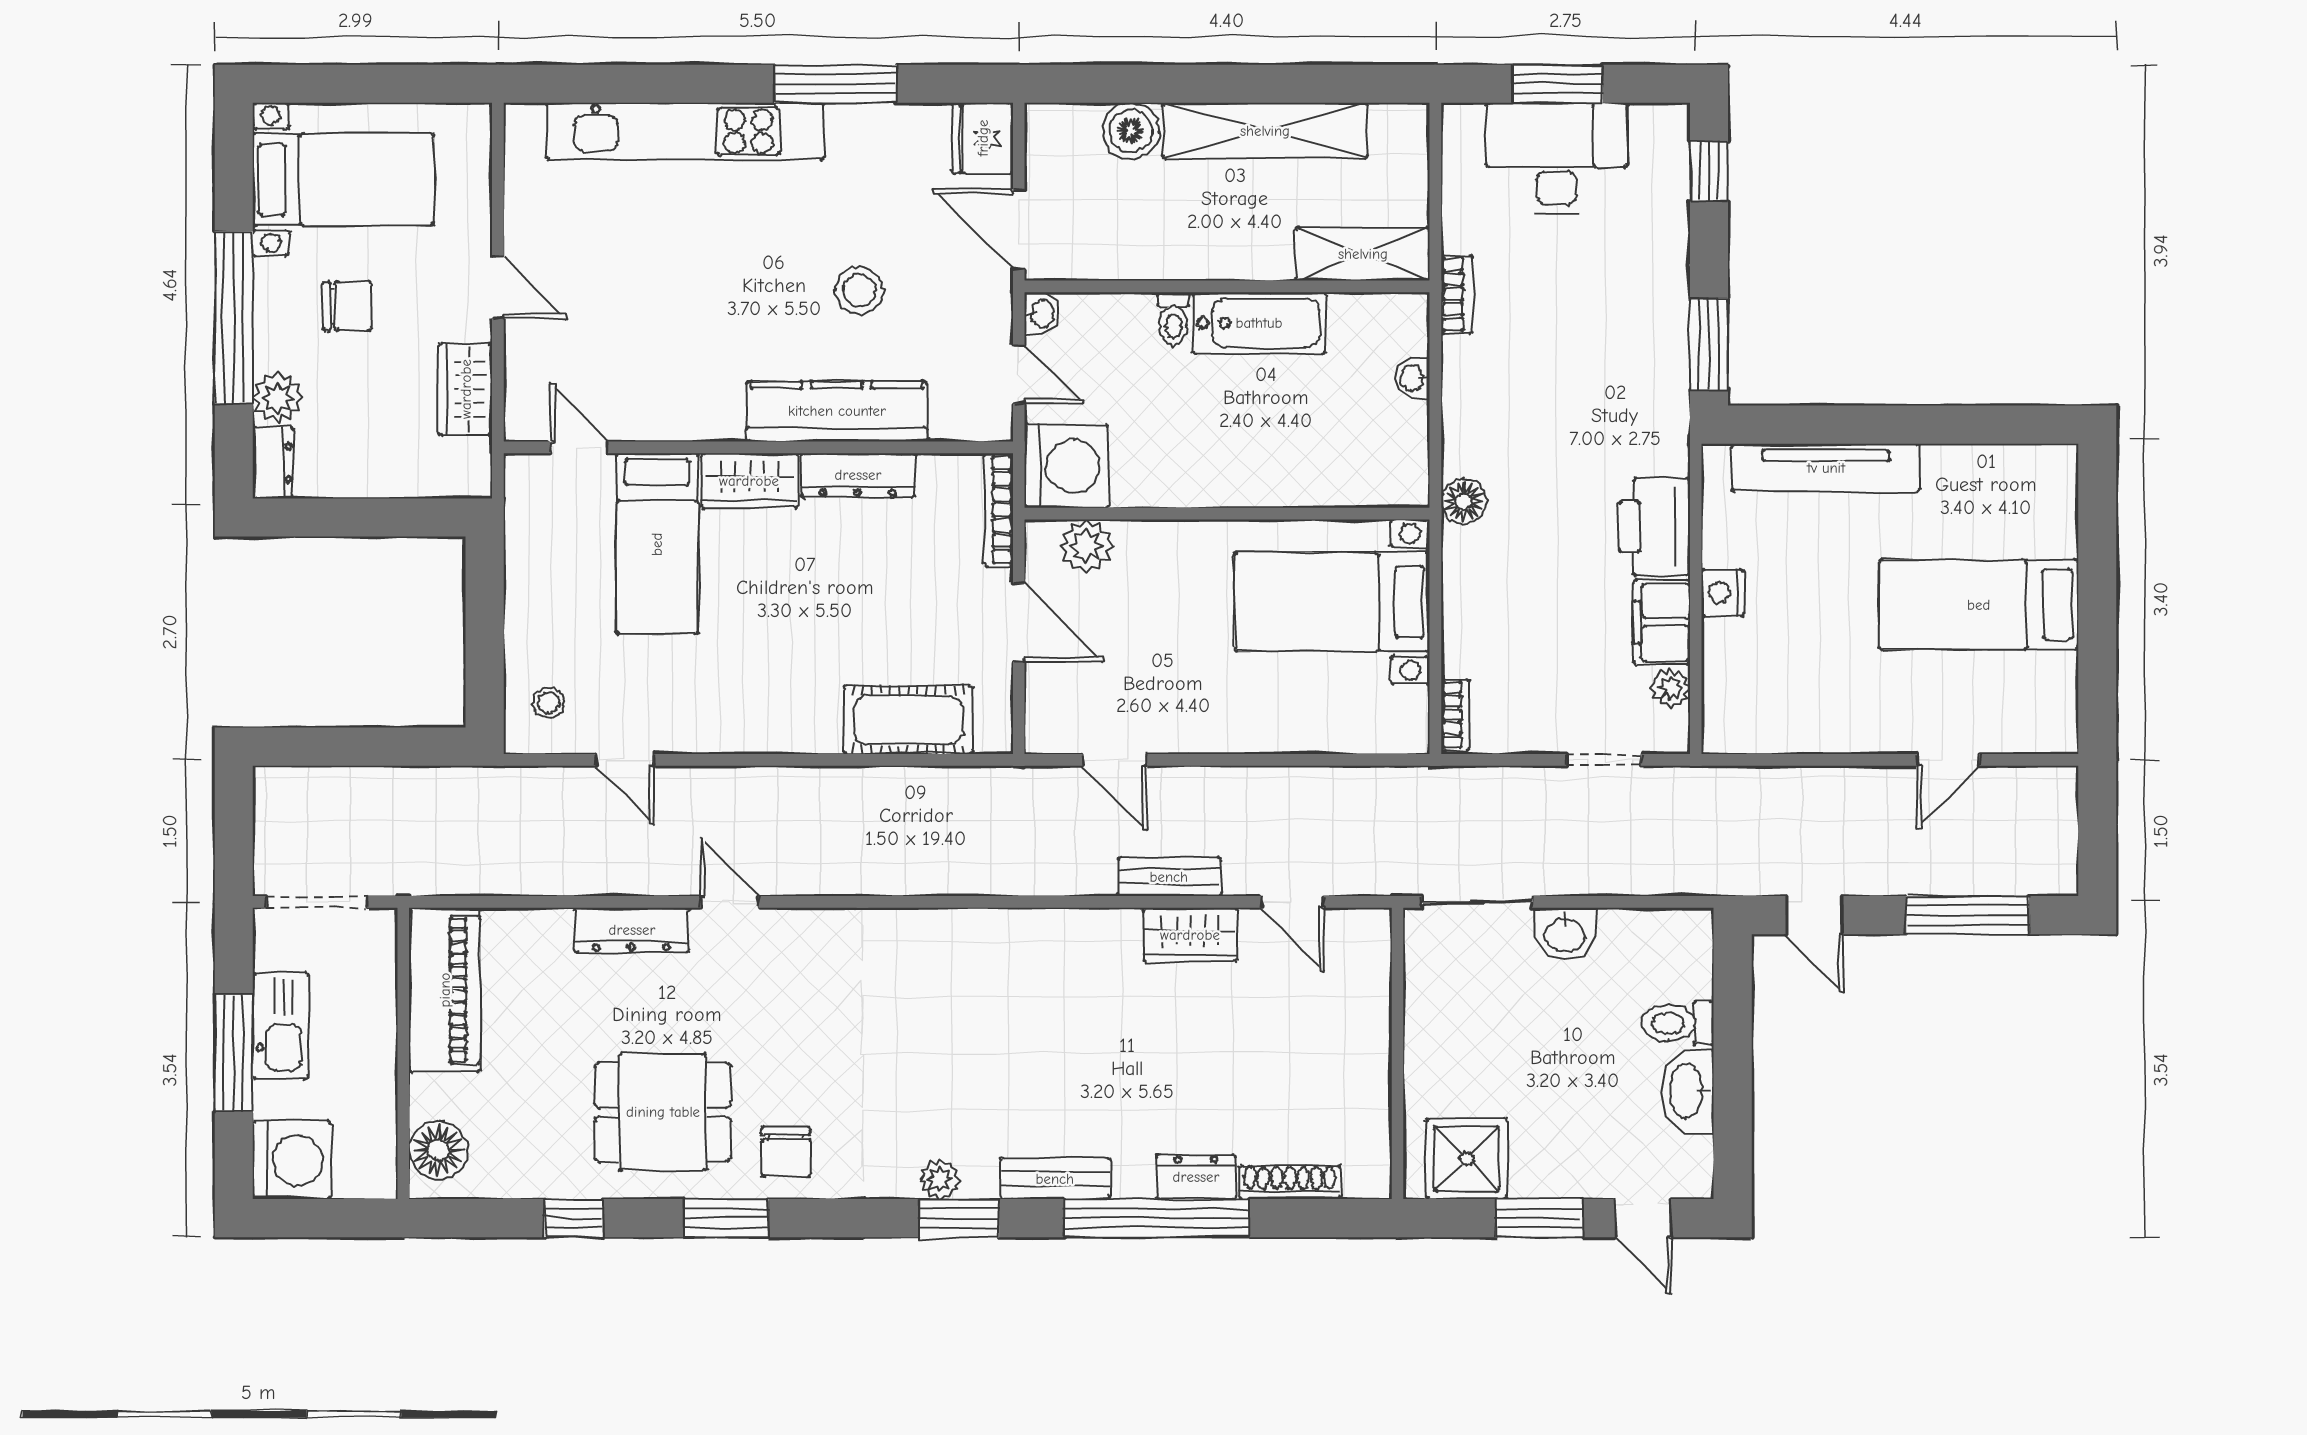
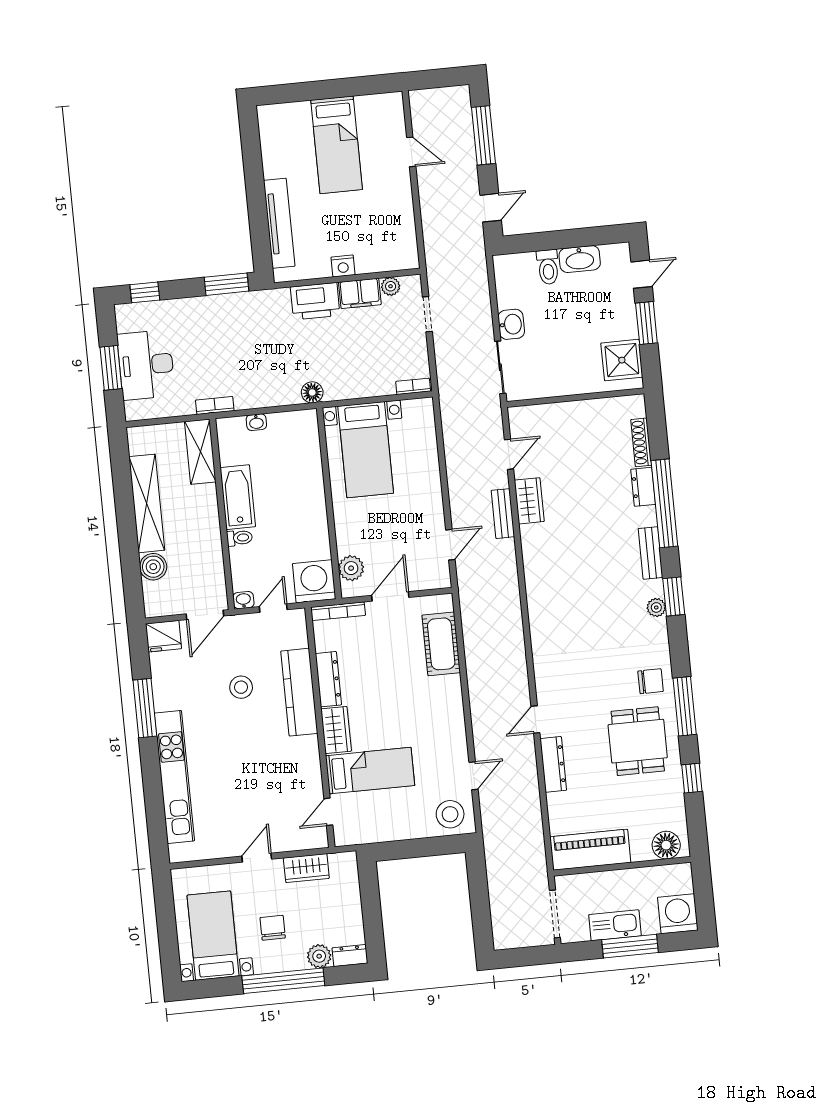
stool: (549, 703) -> (450, 814), width x1.89, depth x1.89
window: (726, 1218) -> (685, 706), width x1.44

